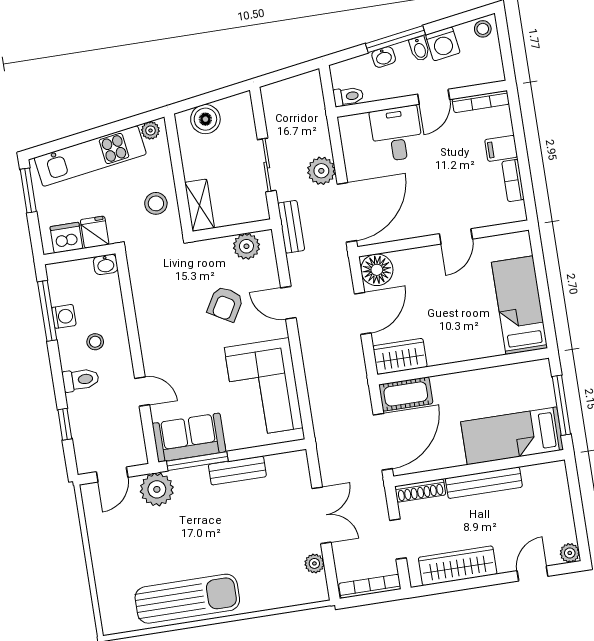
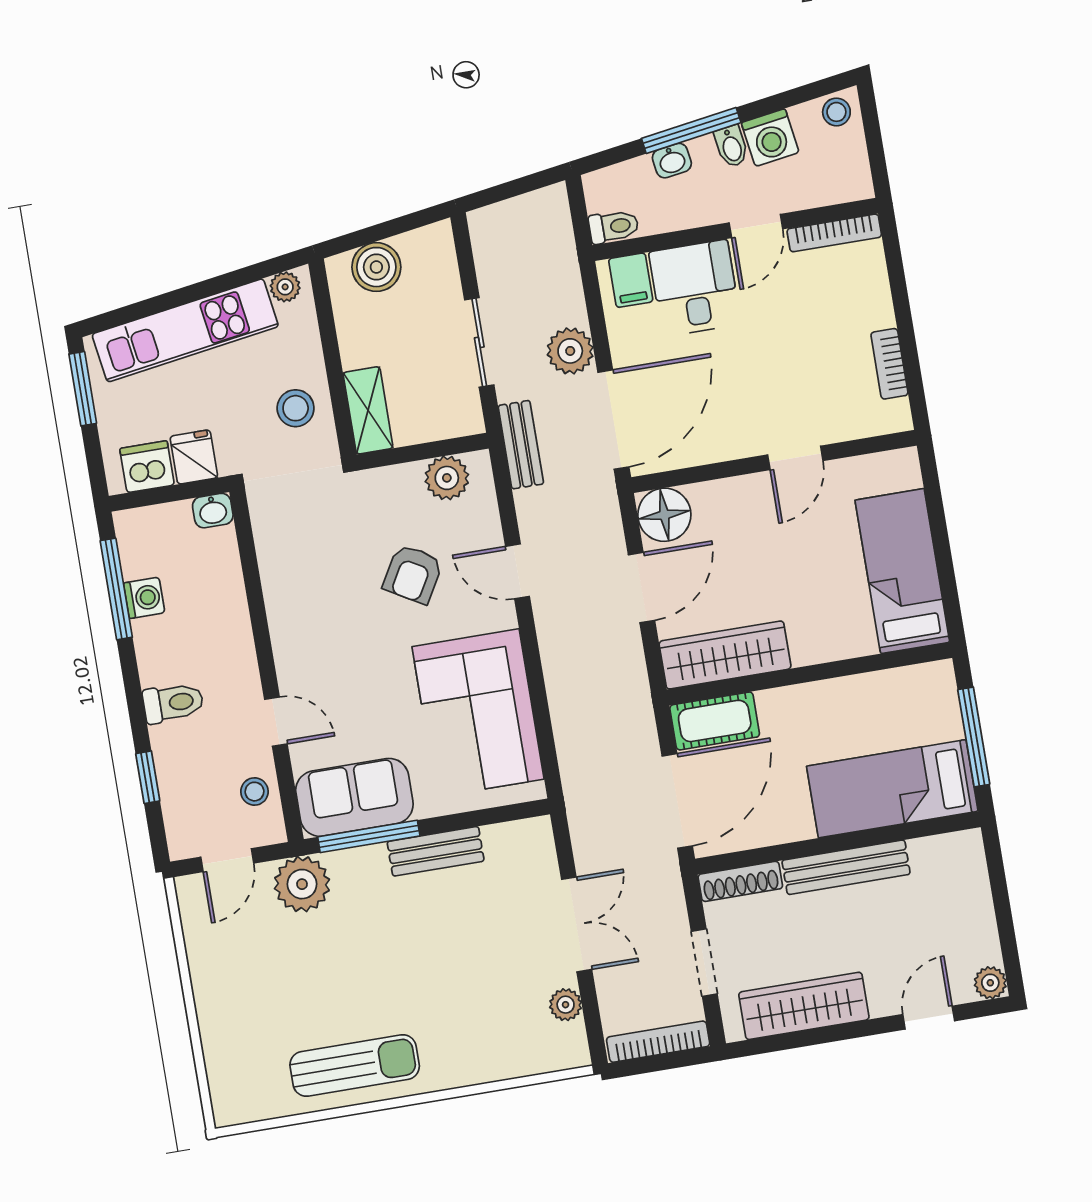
filing cabinet: (501, 148) -> (631, 280), moved, turned -90
stool: (95, 342) -> (254, 792), moved
wardrobe: (400, 356) -> (725, 655), width x1.50
sun lounger: (187, 599) -> (355, 1066), width x0.73, depth x0.75

